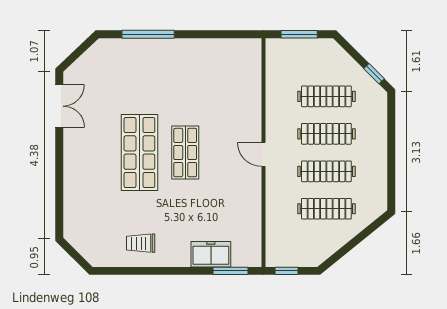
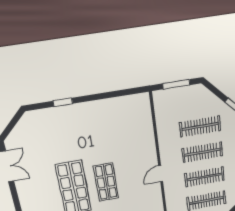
window: (148, 34) -> (63, 102), width x0.46
door: (263, 154) -> (161, 174), hinge flipped

